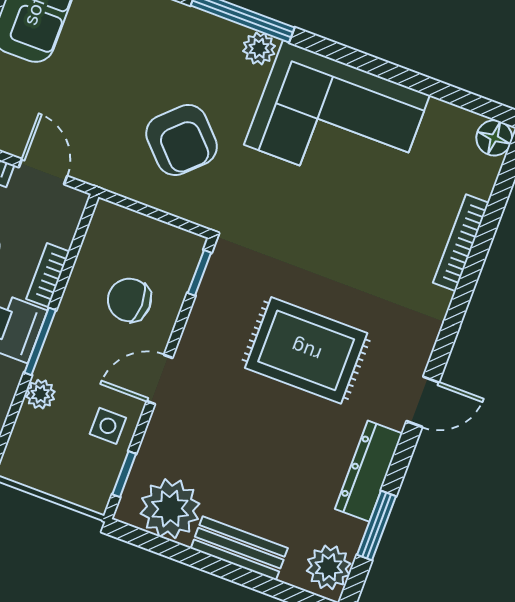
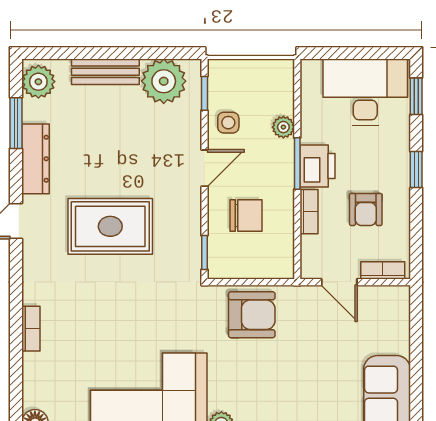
armchair: (182, 140) -> (252, 315), moved, turned 134
bookcase: (461, 243) -> (31, 329), width x0.64

